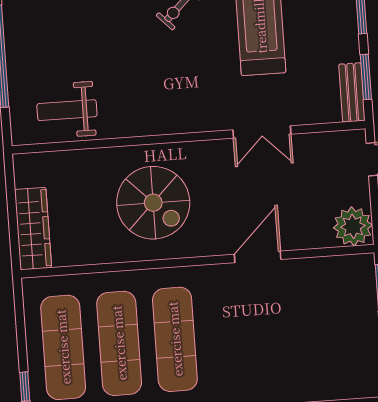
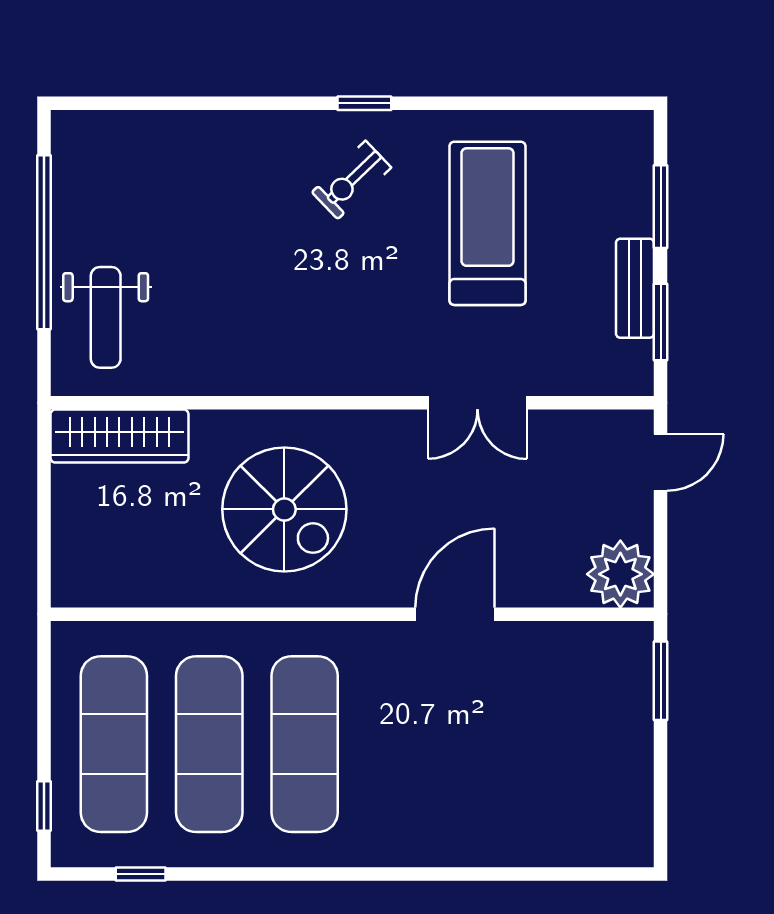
bench: (352, 92) -> (635, 288), moved
weight bench: (67, 110) -> (106, 317), moved, turned -90
wardrobe: (33, 229) -> (119, 436), moved, turned 90

